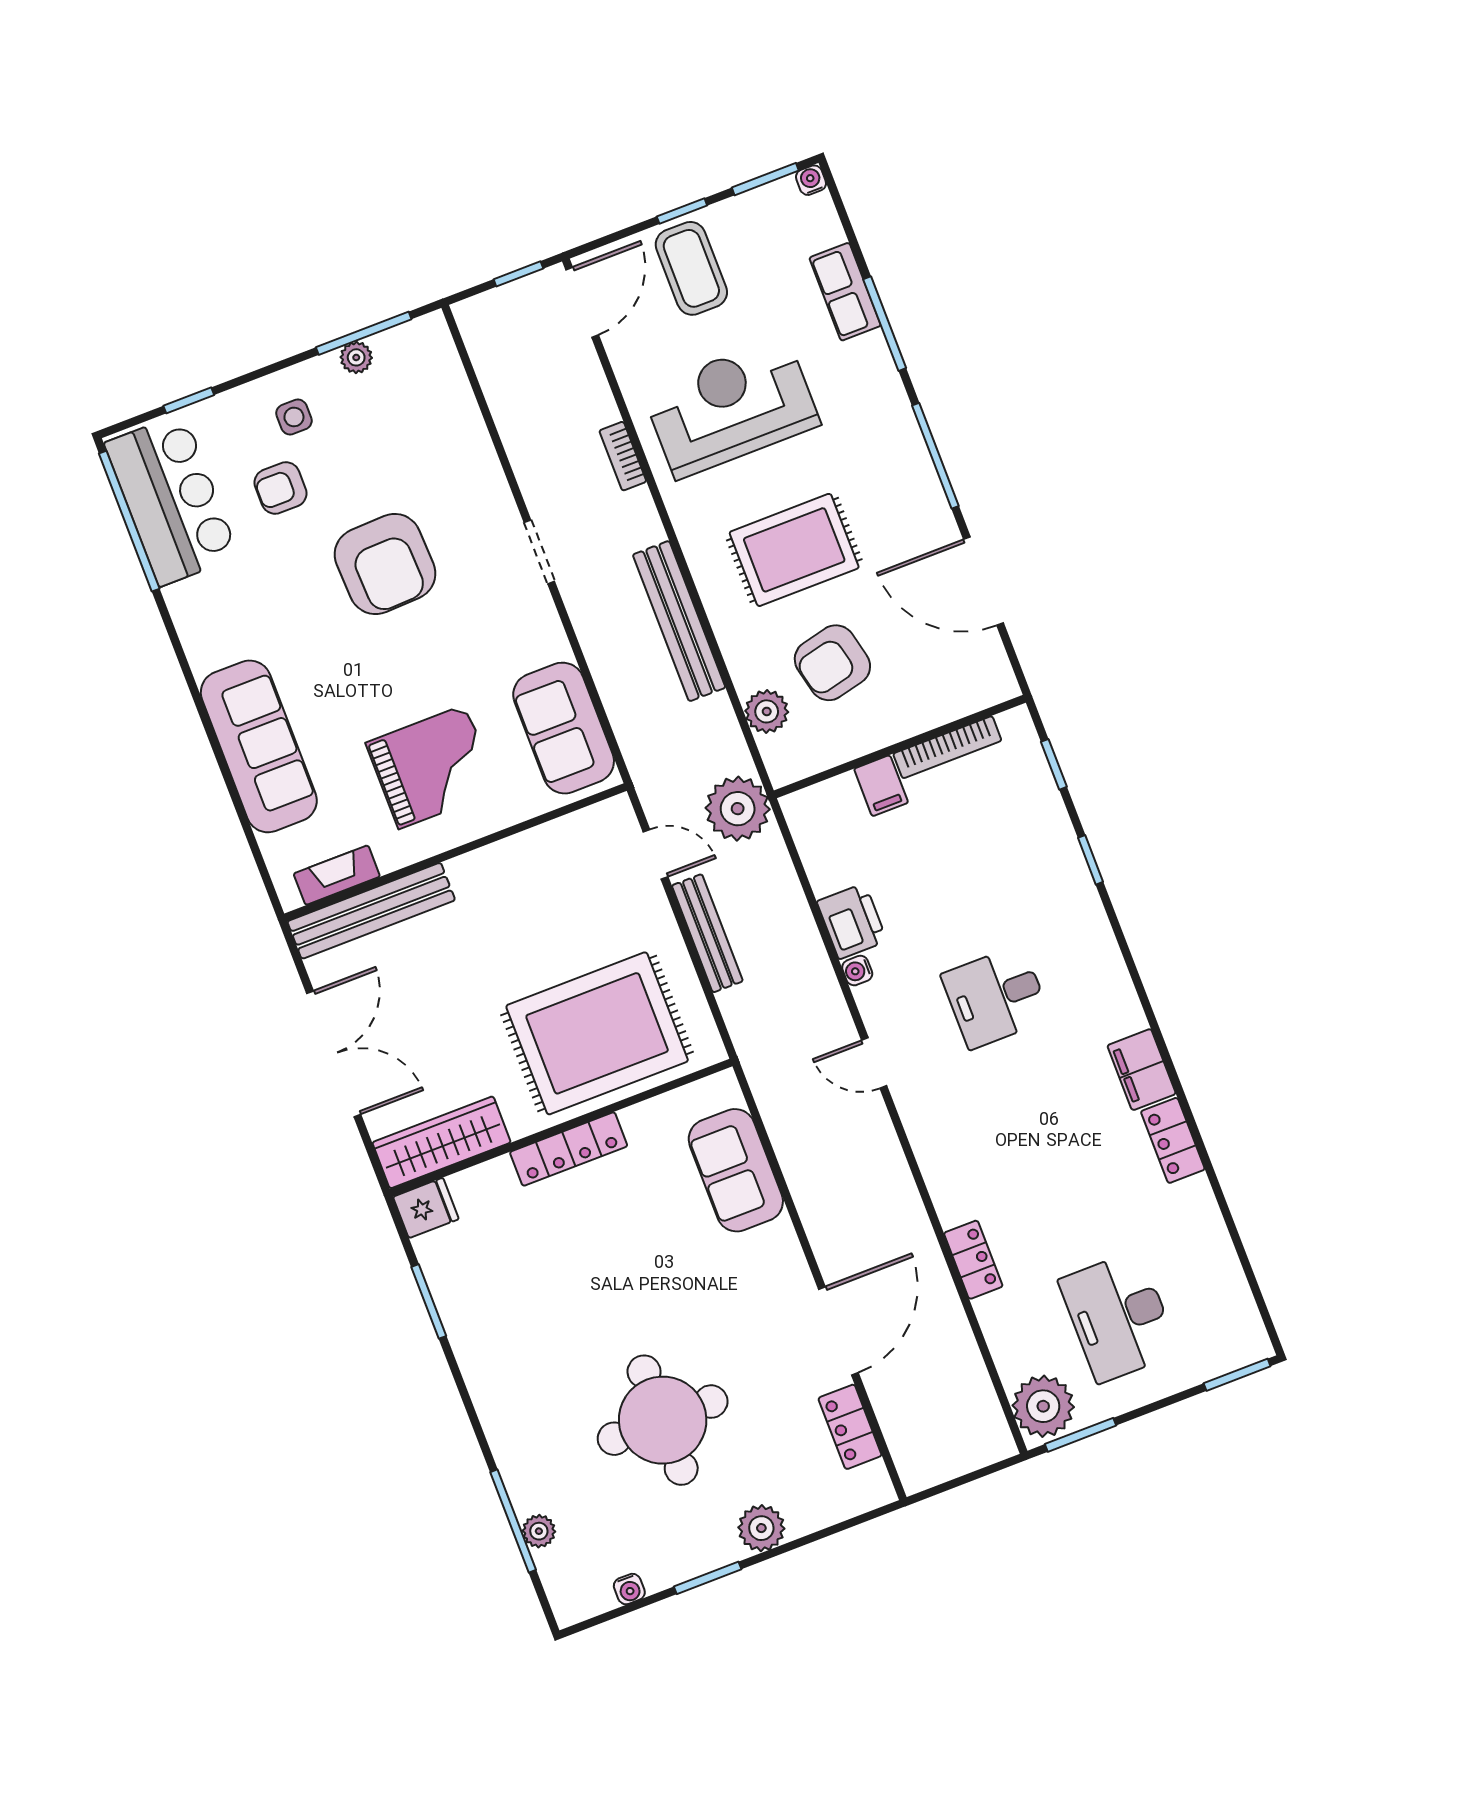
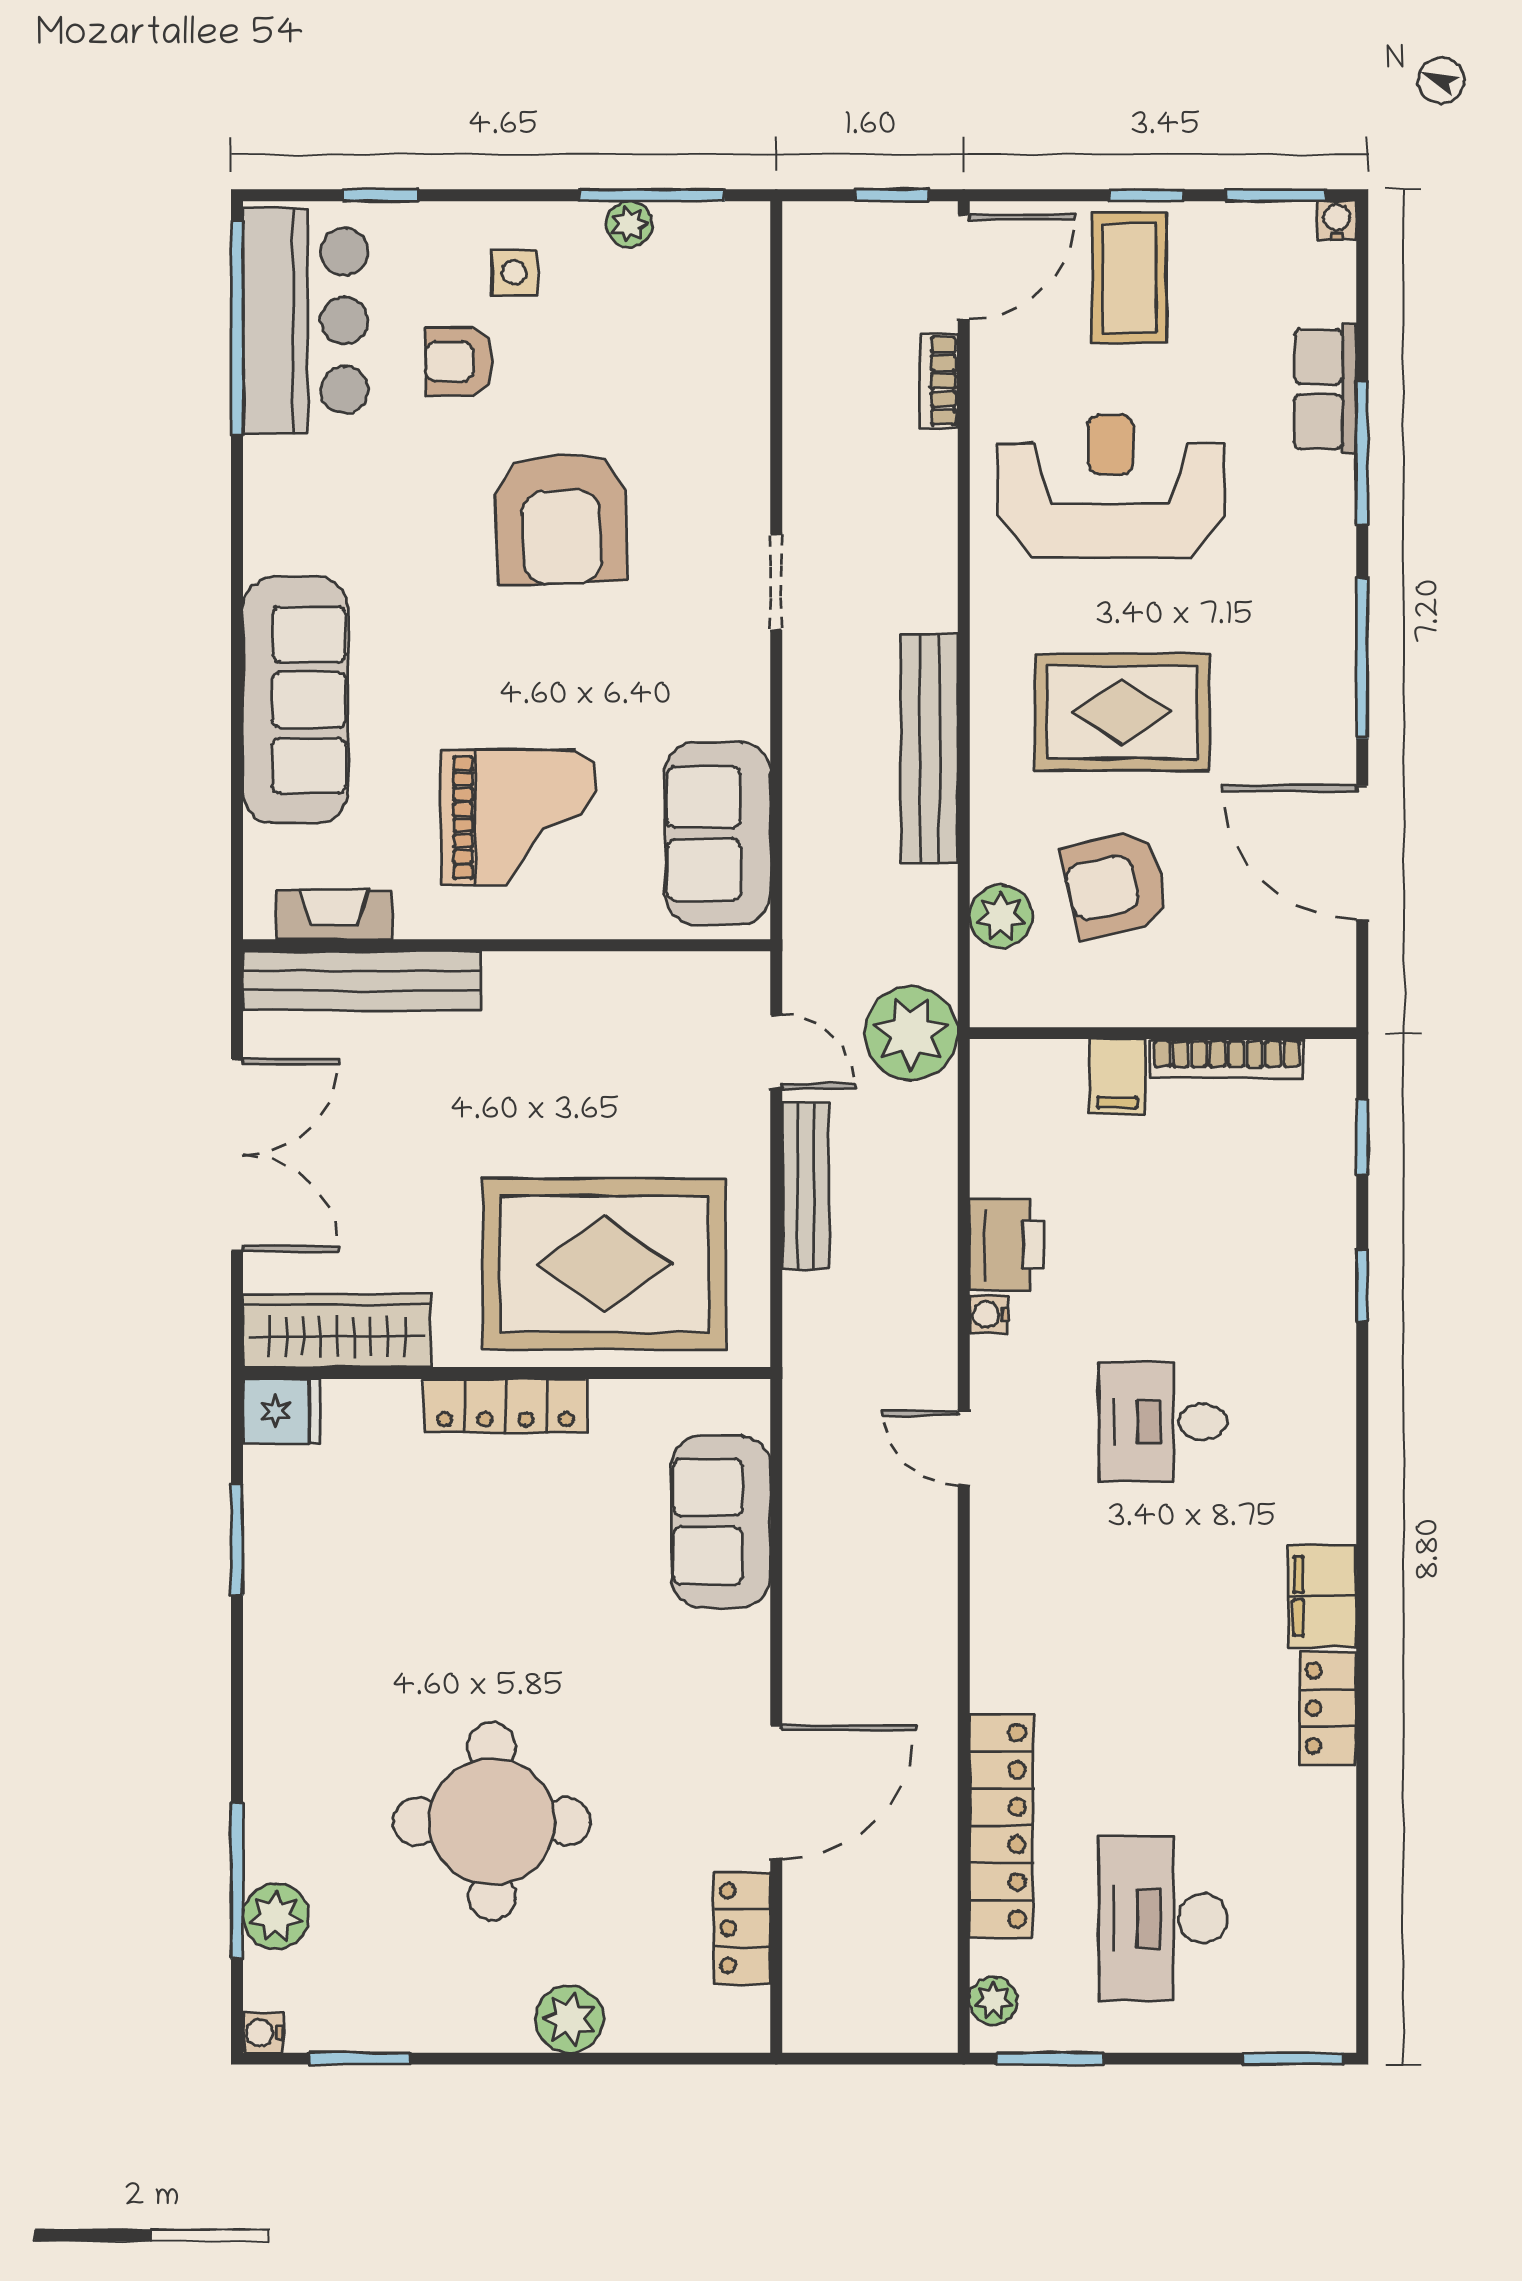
bookcase: (623, 456) -> (939, 381), moved
locker: (973, 1260) -> (1001, 1826), width x2.16, depth x1.21
plant: (1043, 1406) -> (993, 2001), width x0.53, depth x0.53
plant: (539, 1531) -> (276, 1917), width x1.38, depth x1.38
window: (708, 1578) -> (360, 2059), moved
water cooler: (629, 1589) -> (263, 2033), moved, turned 90

